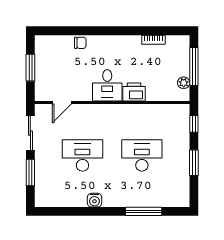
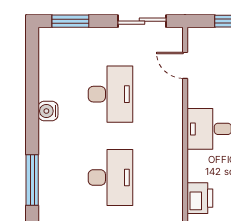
printer: (134, 92) -> (200, 198), moved
window: (30, 173) -> (70, 21), moved

